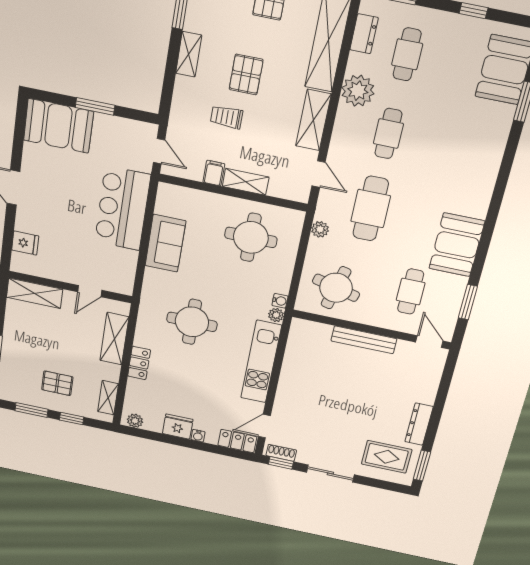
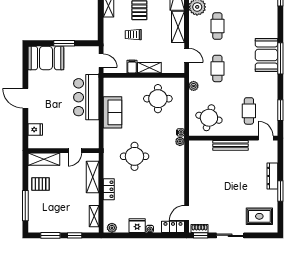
cafe table: (371, 209) -> (217, 68), width x0.73, depth x0.74
window: (492, 215) -> (280, 58), added
booth: (457, 245) -> (266, 55), moved
kitchen unit: (261, 362) -> (177, 172), removed
pallet: (57, 383) -> (41, 184), moved
dresser: (419, 424) -> (272, 176), moved
window: (422, 466) -> (280, 191), moved

